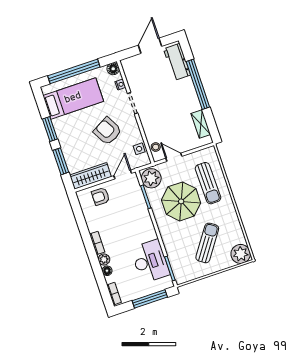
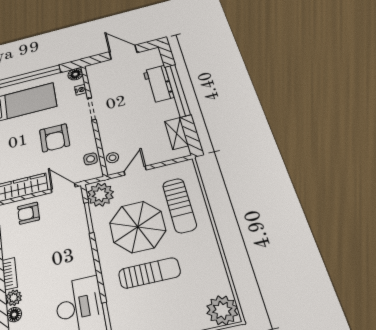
door: (150, 46) -> (123, 52), hinge flipped
workbench: (177, 62) -> (158, 84), moved
armchair: (108, 131) -> (55, 138), turned -151
door: (174, 157) -> (135, 171), hinge flipped
door: (123, 174) -> (63, 188), hinge flipped
sun lounger: (207, 243) -> (149, 273), moved, turned 55

